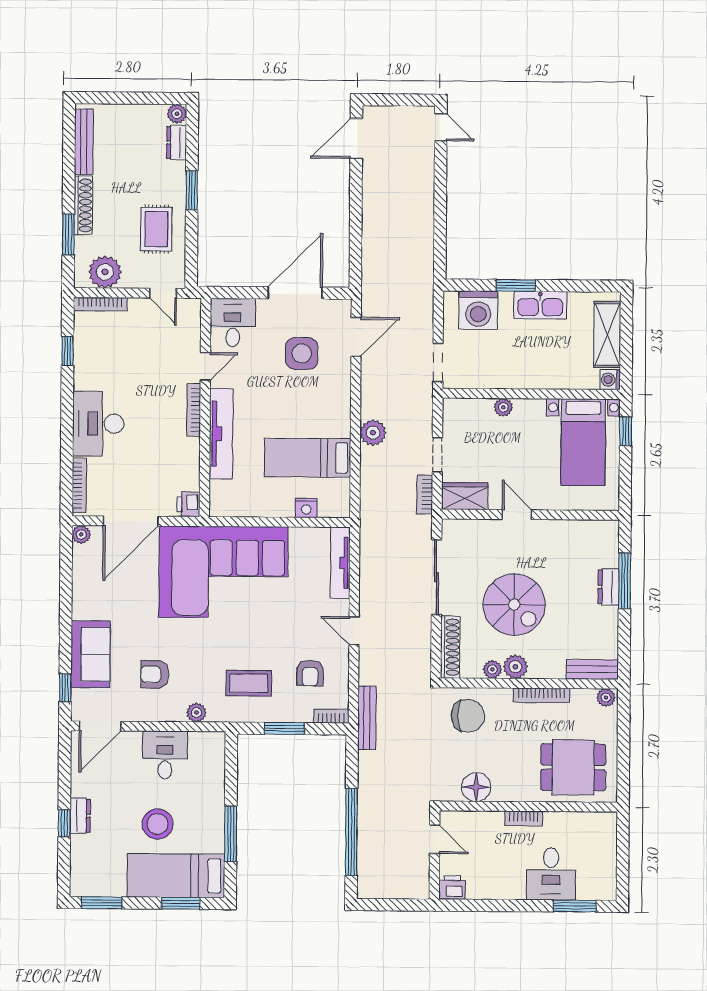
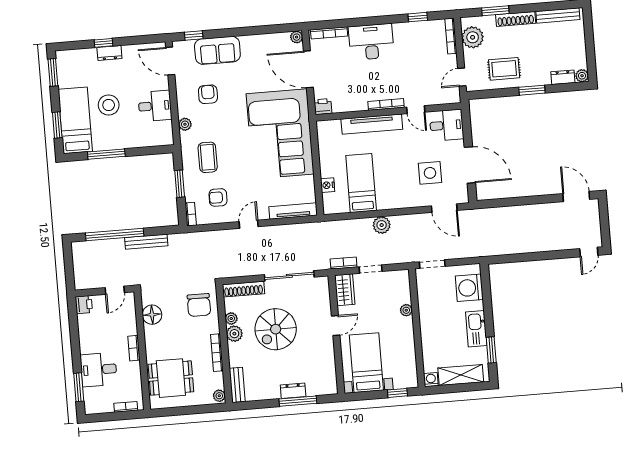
window: (516, 285) -> (491, 350), moved
bed with nightstands: (583, 442) -> (366, 363), moved, turned 90
bench: (367, 718) -> (146, 242), moved
dining table: (573, 767) -> (171, 378), turned 90
bookcase: (610, 838) -> (126, 407), added

